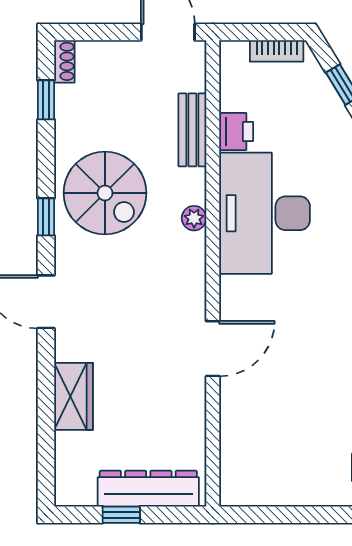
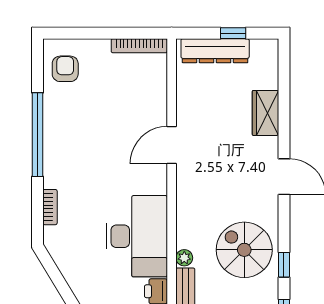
window: (46, 217) -> (284, 265), moved
plant: (194, 218) -> (184, 258), moved
bookcase: (261, 496) -> (139, 46), added

